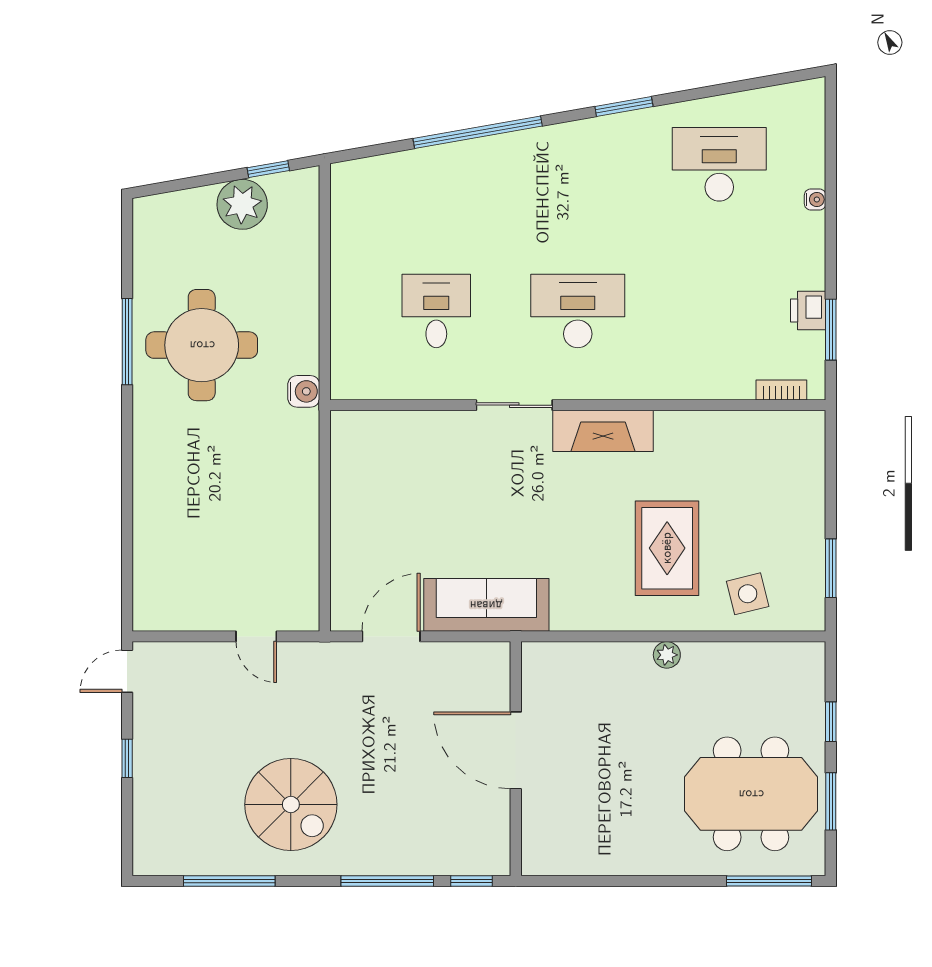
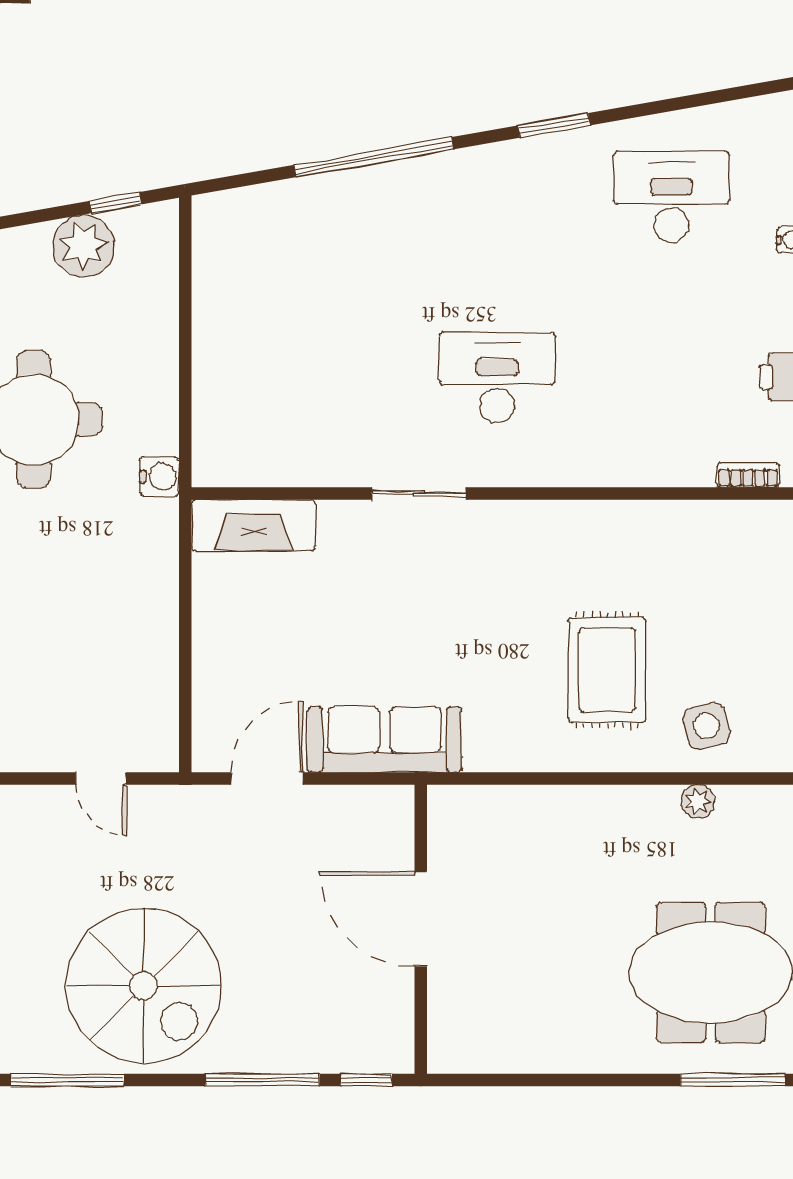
desk: (436, 311) -> (323, 377), removed
fireplace: (603, 431) -> (253, 525), moved
plant: (667, 655) -> (698, 801), moved
spiral stairs: (291, 805) -> (144, 986), width x1.37, depth x1.37

